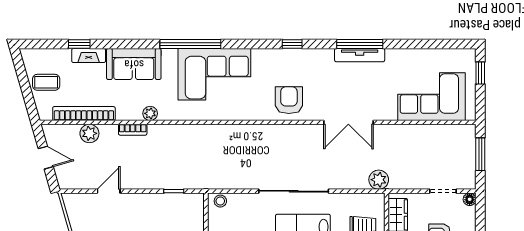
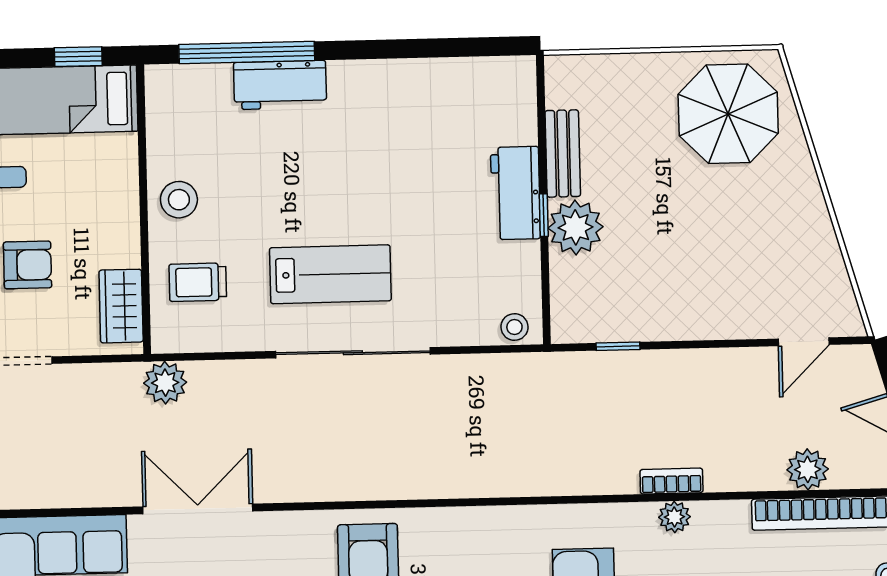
double door: (348, 122) -> (198, 509), moved
bookcase: (133, 130) -> (671, 481), moved
door: (109, 191) -> (804, 342), moved

